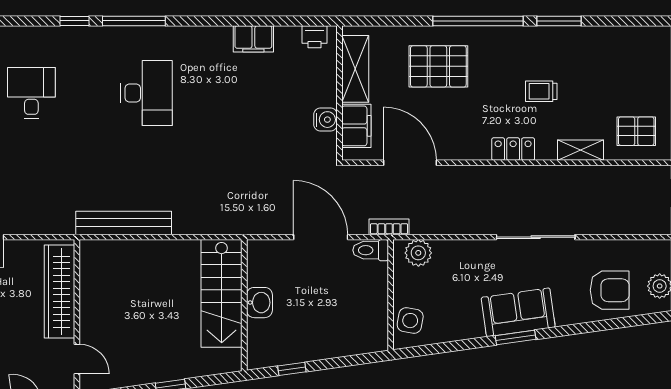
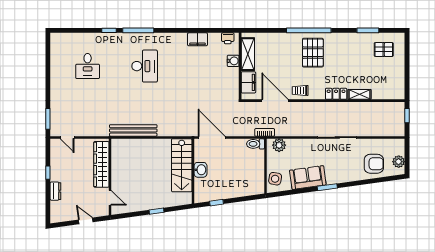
window: (559, 21) -> (368, 30), moved
pallet: (438, 66) -> (313, 53), moved, turned 90
trolley: (541, 91) -> (300, 90), moved
desk: (31, 93) -> (88, 66), turned 180
water cooler: (326, 120) -> (233, 61), moved
pallet: (636, 131) -> (384, 49), moved
locker: (513, 149) -> (336, 94), moved
door: (321, 237) -> (212, 137), moved
sofa: (518, 312) -> (308, 178), moved

